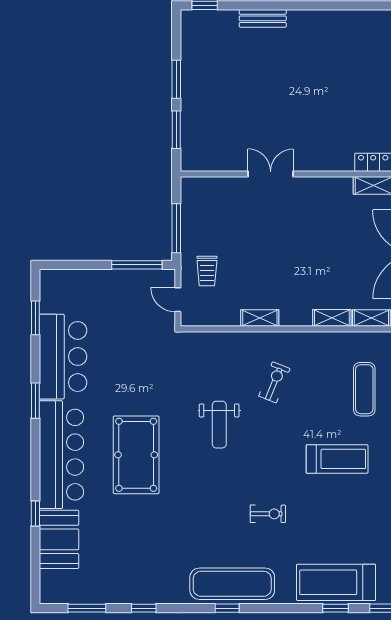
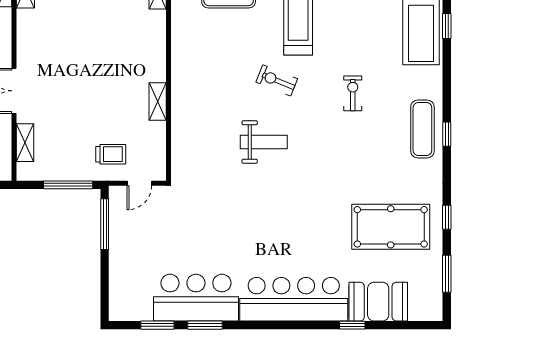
shelving: (332, 318) -> (25, 143), moved
exercise bike: (274, 382) -> (277, 80), moved
window: (35, 401) -> (205, 325), moved
pool table: (136, 455) -> (391, 227), moved
exercise mat: (232, 584) -> (422, 129), width x0.73, depth x0.69

